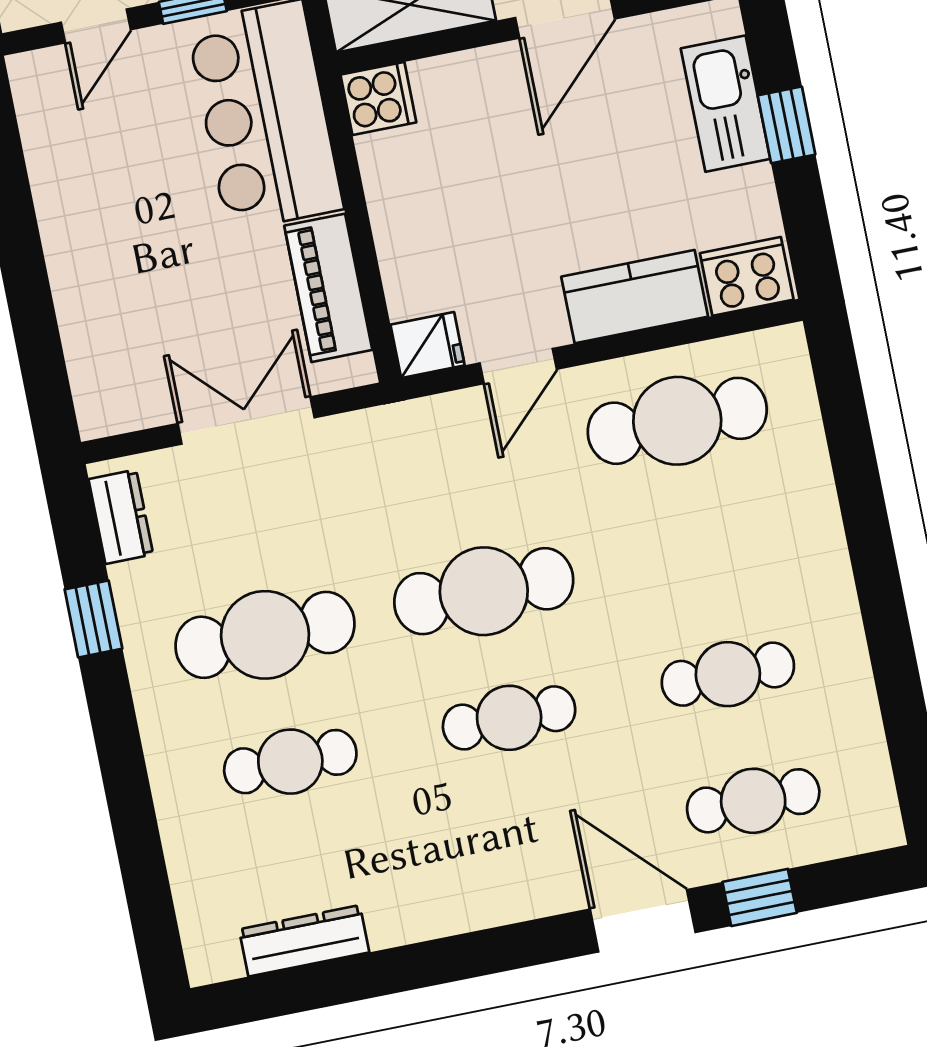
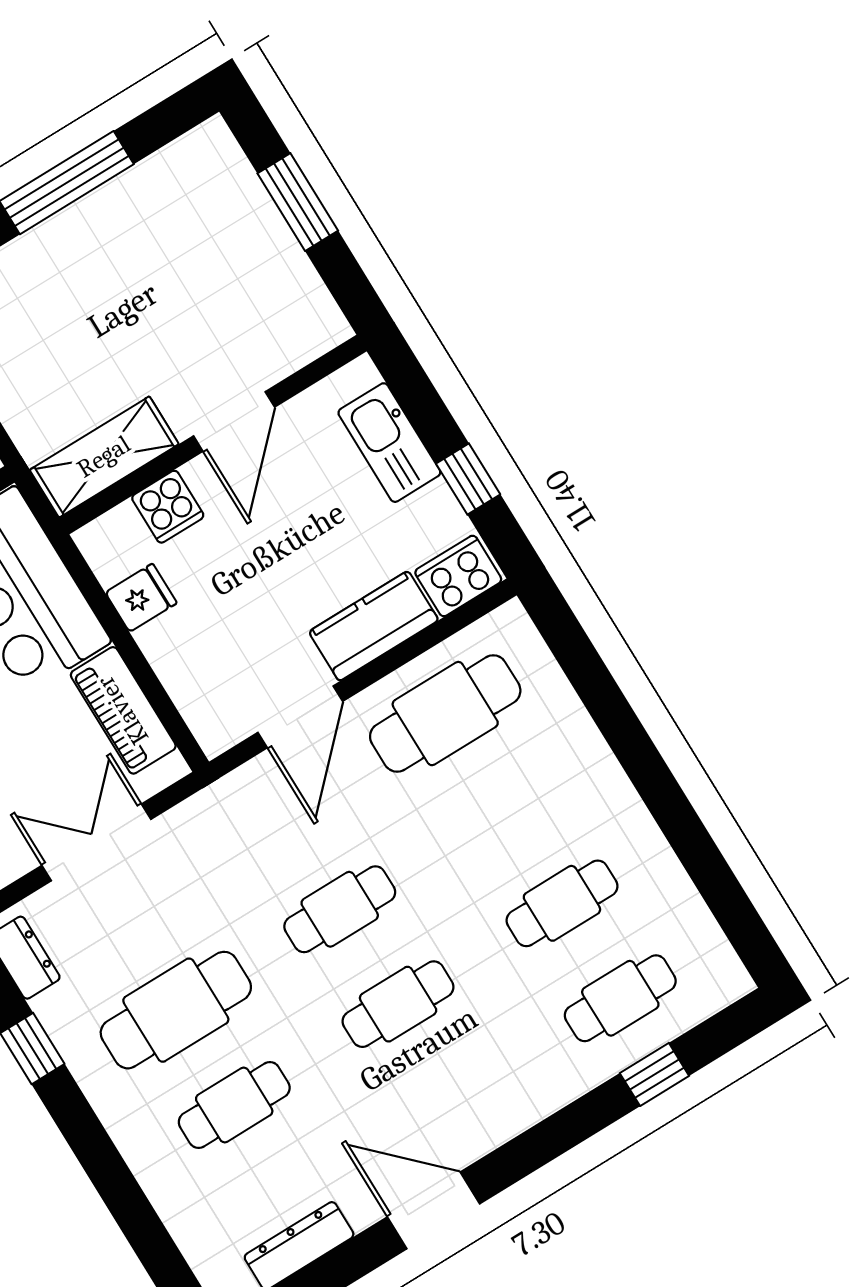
cooker: (378, 99) -> (168, 507), moved, turned 90
window: (787, 125) -> (468, 479), moved
fridge: (428, 345) -> (141, 598), moved
door: (518, 366) -> (300, 717), width x1.38
cafe table: (484, 591) -> (340, 909), width x0.73, depth x0.74
door: (643, 921) -> (434, 1210), moved

